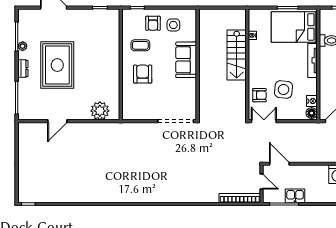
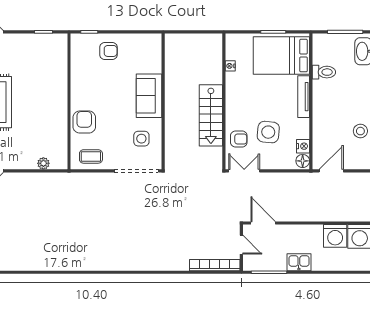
armchair: (153, 23) -> (108, 51), turned -90
side table: (173, 25) -> (141, 139), moved
coffee table: (140, 45) -> (91, 156), moved
stairs: (237, 55) -> (211, 115), moved
armchair: (143, 74) -> (84, 122), moved
plant: (100, 111) -> (43, 163), width x0.53, depth x0.53
kitchen sink: (295, 196) -> (299, 262), moved

